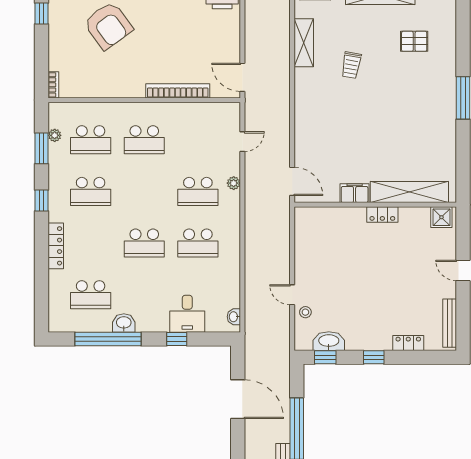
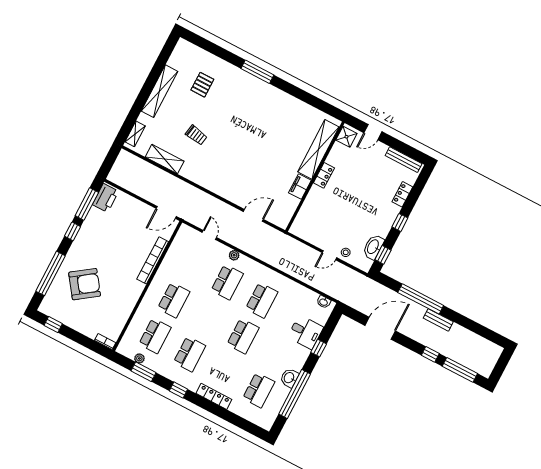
shelving: (409, 192) -> (318, 149), moved
filing cabinet: (355, 193) -> (300, 186), moved
wall: (375, 205) -> (315, 177), moved
locker: (382, 215) -> (324, 175), moved
shower: (441, 217) -> (346, 137), moved

